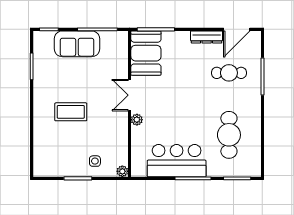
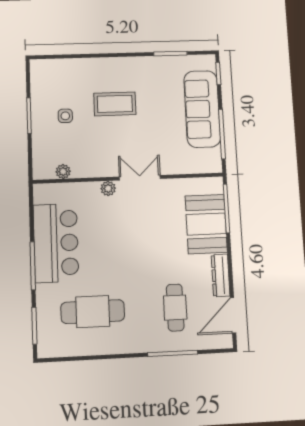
door: (237, 29) -> (233, 315), hinge flipped
sofa: (77, 44) -> (202, 109), width x1.36
booth: (146, 53) -> (206, 224), moved, turned 90
coffee table: (71, 112) -> (115, 104), turned 90
side table: (95, 161) -> (65, 116), moved
plant: (122, 171) -> (63, 171), moved

